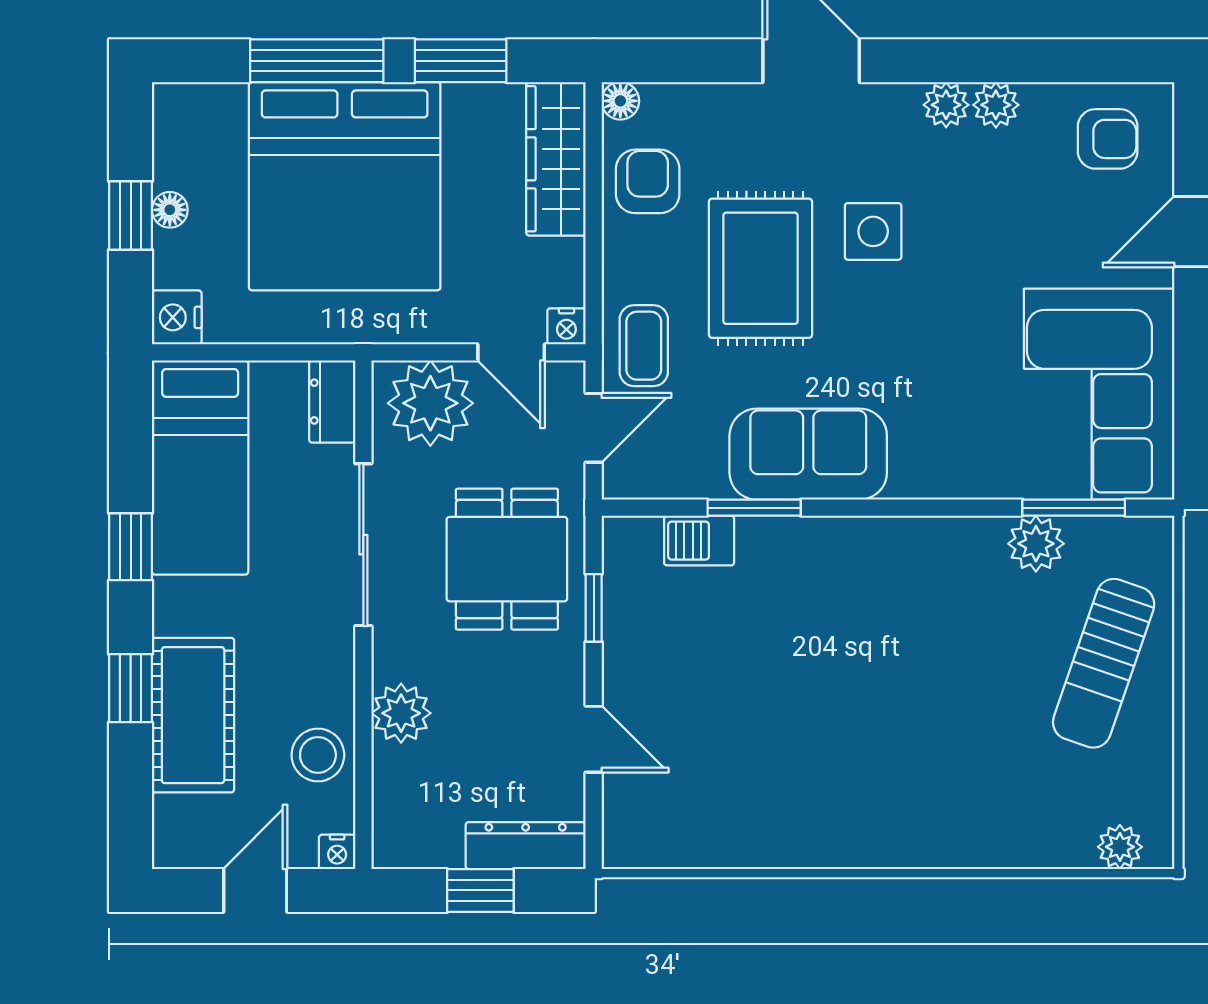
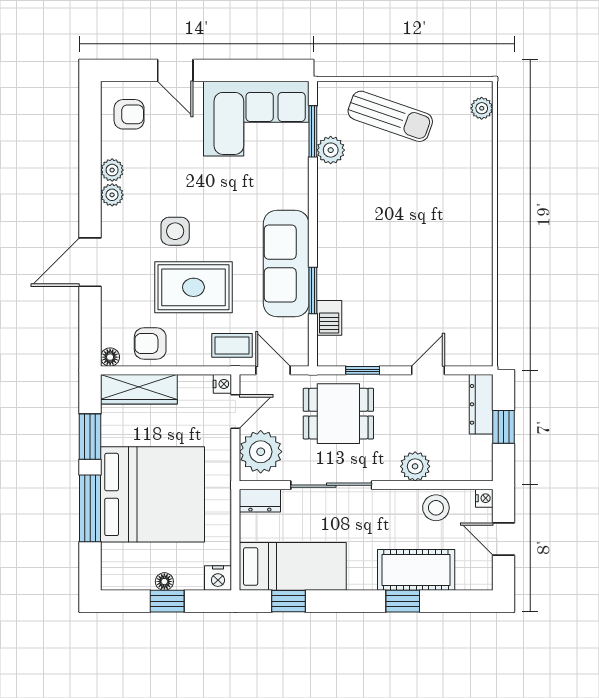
armchair: (1108, 139) -> (129, 114), turned 90
sofa: (808, 454) -> (286, 263), width x1.36
window: (131, 547) -> (288, 601), moved

